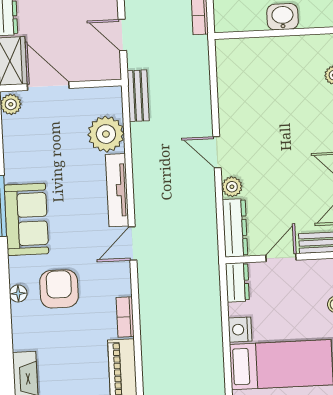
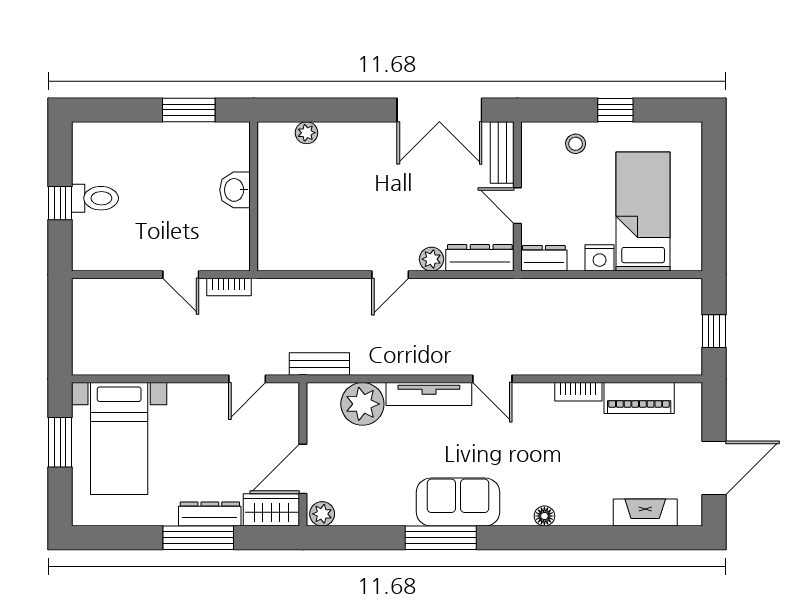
armchair: (59, 289) -> (542, 468), removed

